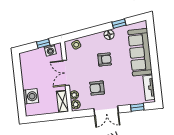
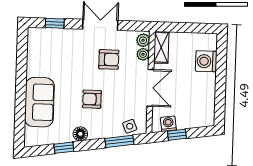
window: (82, 33) -> (119, 141), added
sofa: (140, 52) -> (39, 102), width x0.73
tv unit: (149, 88) -> (34, 49), removed

